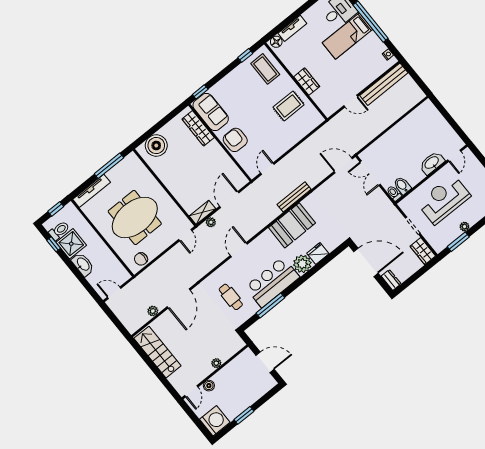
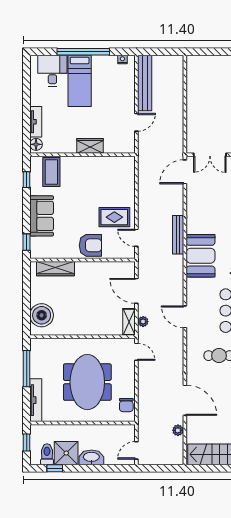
coffee table: (265, 69) -> (51, 172), turned 90
rug: (289, 106) -> (114, 217), moved, turned 90
sofa: (211, 112) -> (42, 216), moved, turned 90
armchair: (235, 140) -> (90, 245), turned 180

